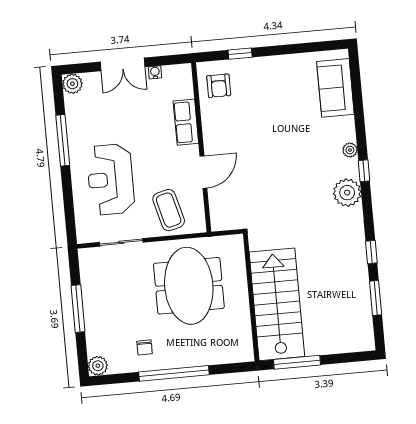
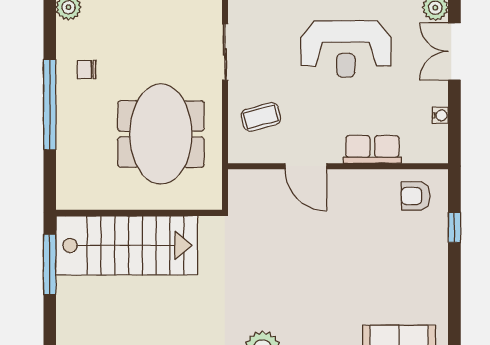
double door: (122, 64) -> (454, 51), moved
reception desk: (111, 179) -> (346, 49), moved, turned 180
coffee table: (169, 210) -> (261, 117), width x0.73, depth x0.77
meeting table: (189, 286) -> (161, 134), turned 90

